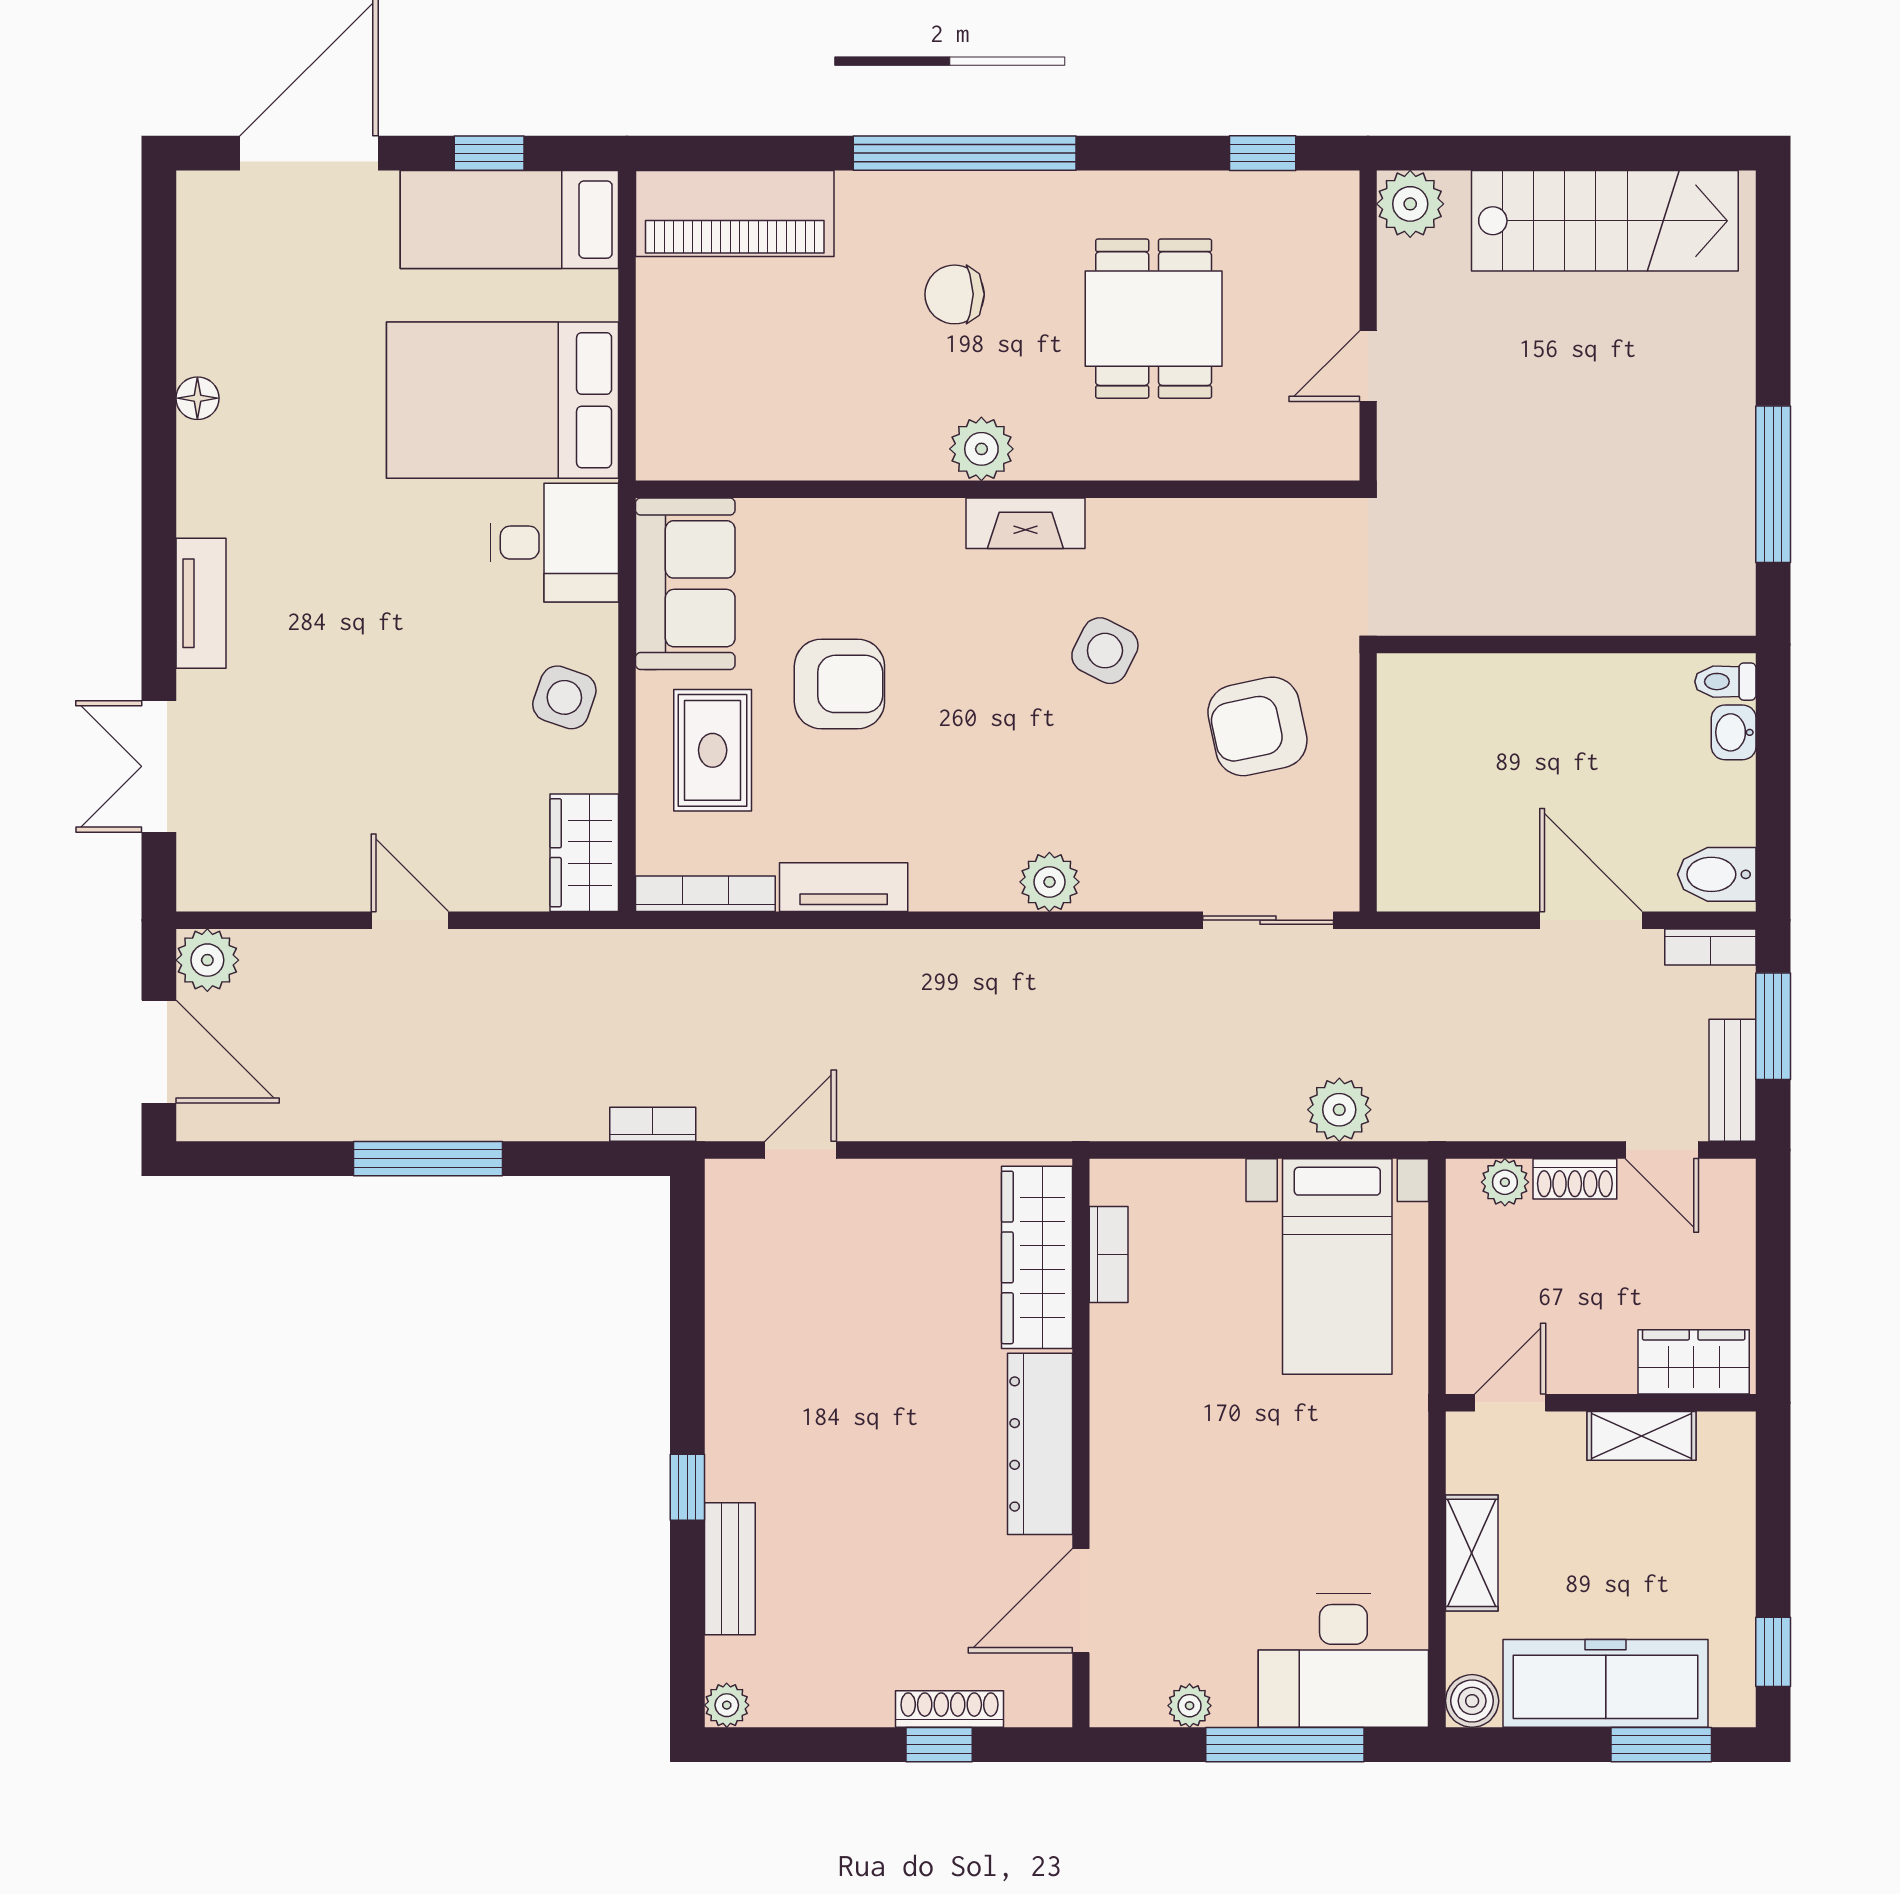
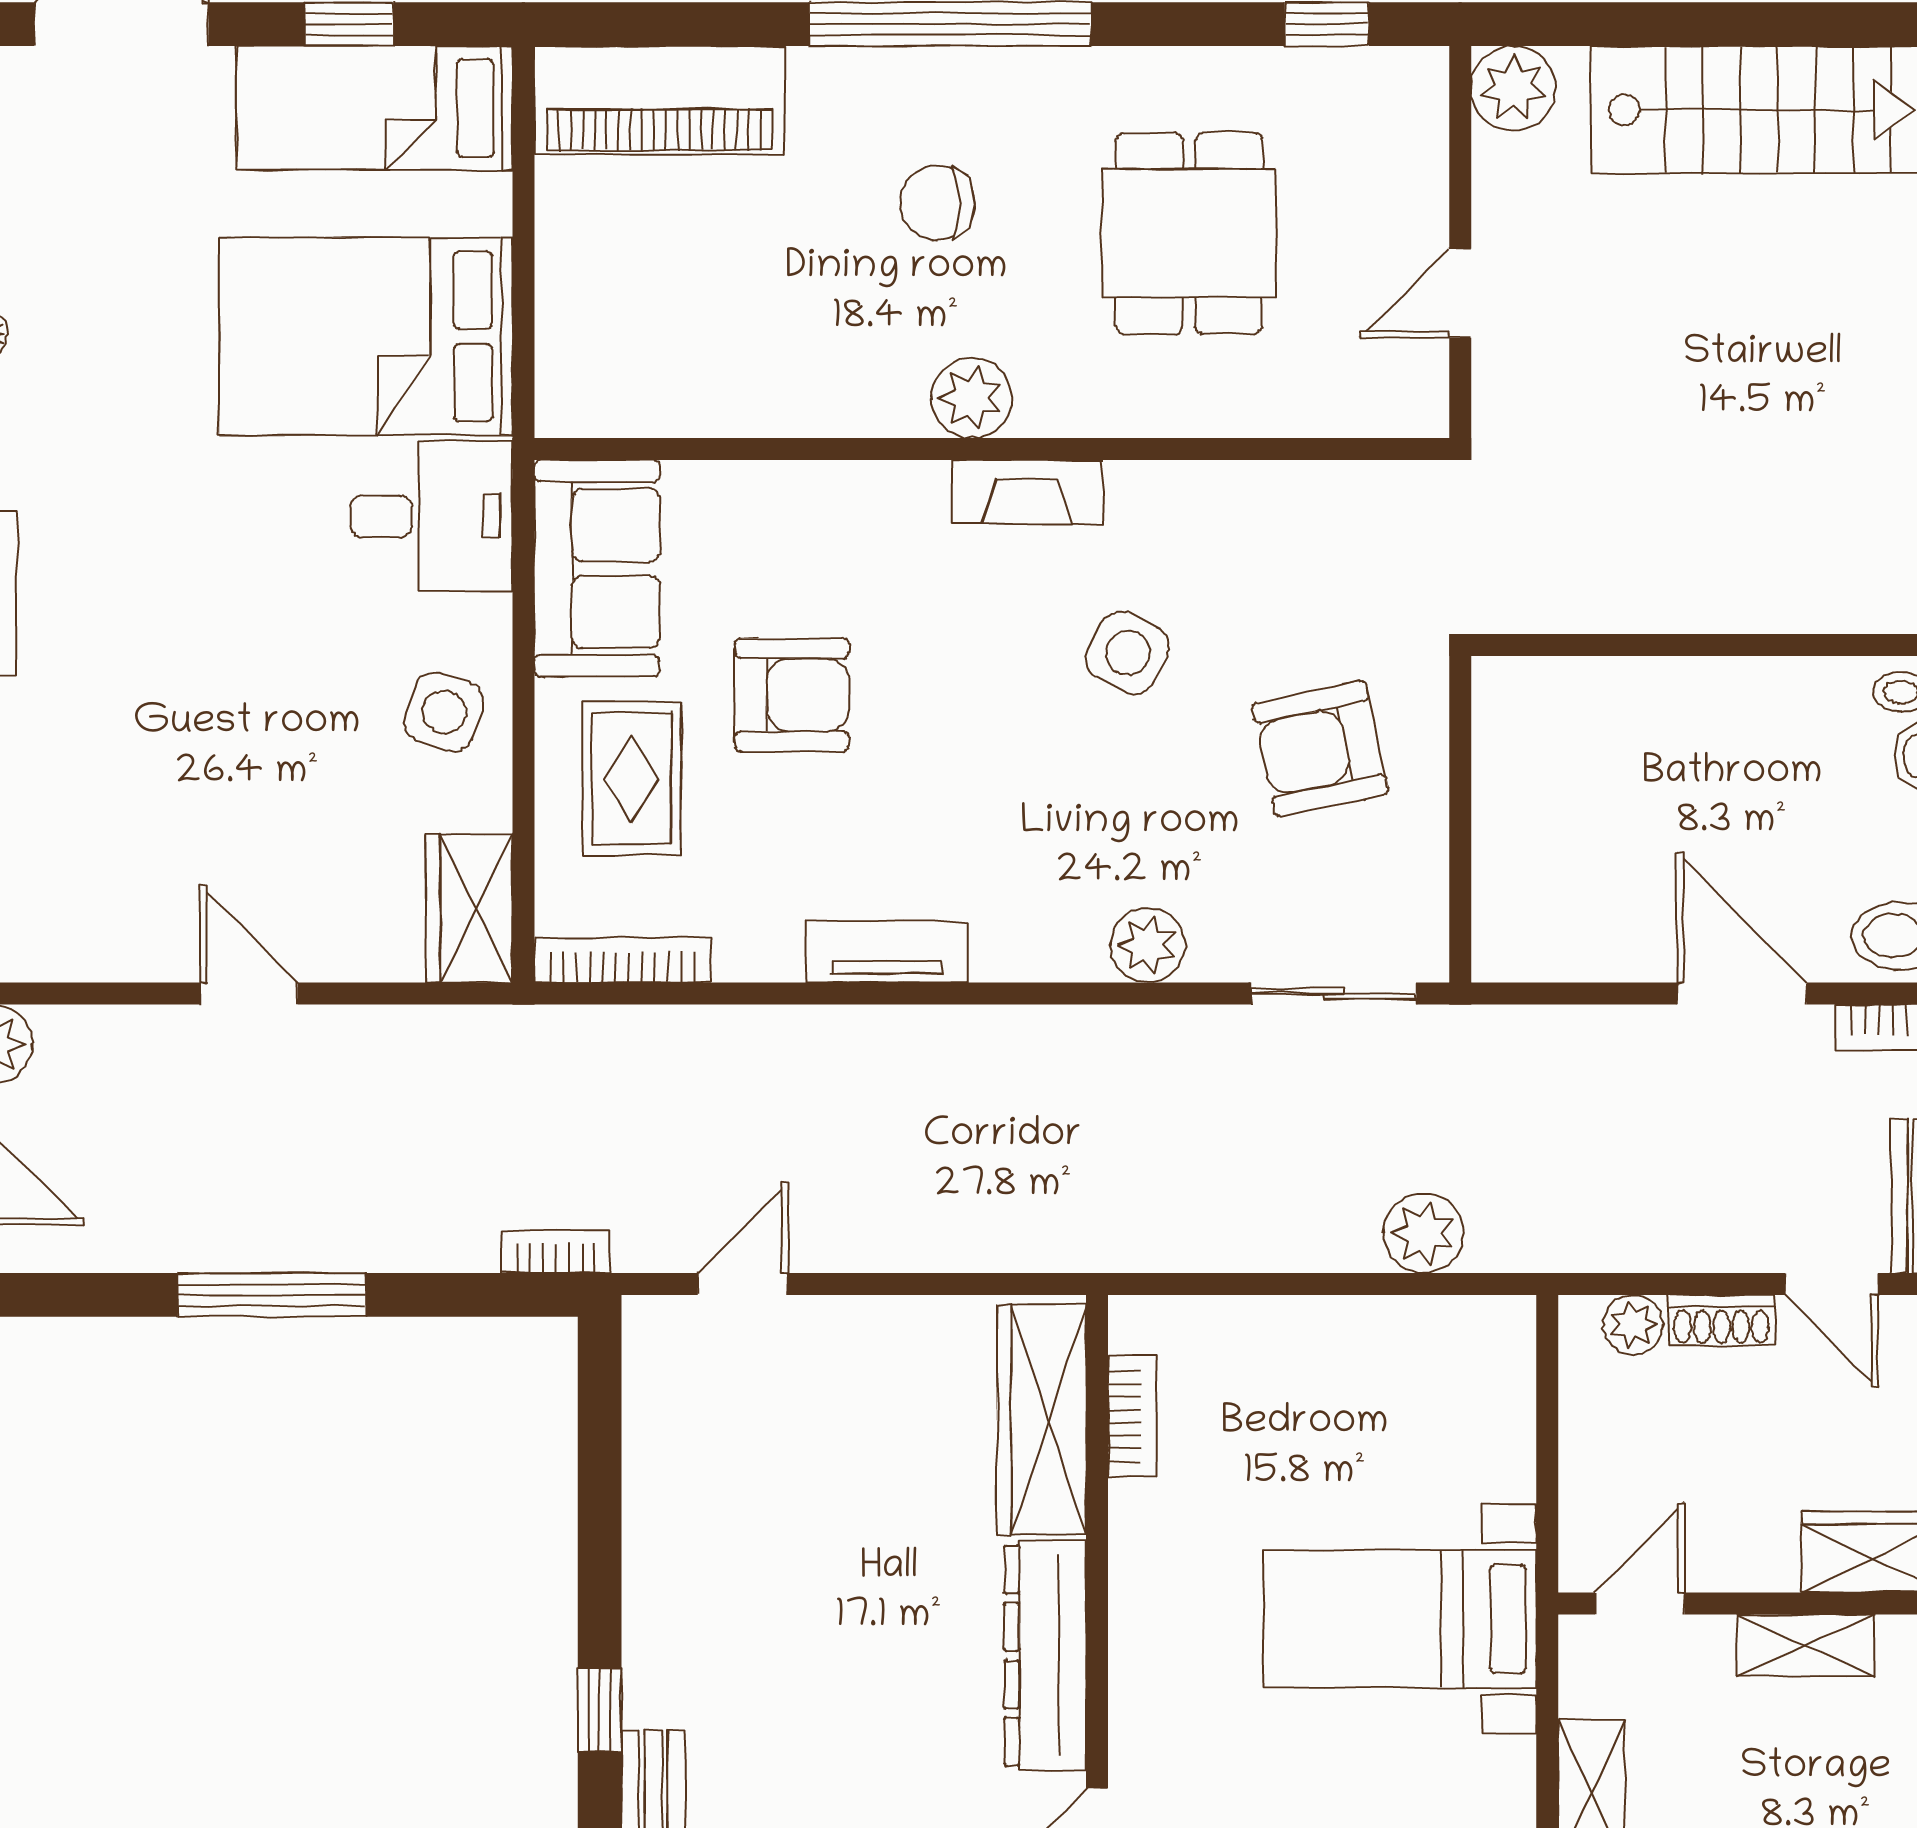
plant: (1049, 882) -> (1148, 945), moved
tv unit: (844, 887) -> (887, 952), moved
bed with nightstands: (1337, 1266) -> (1400, 1619), moved, turned 90

